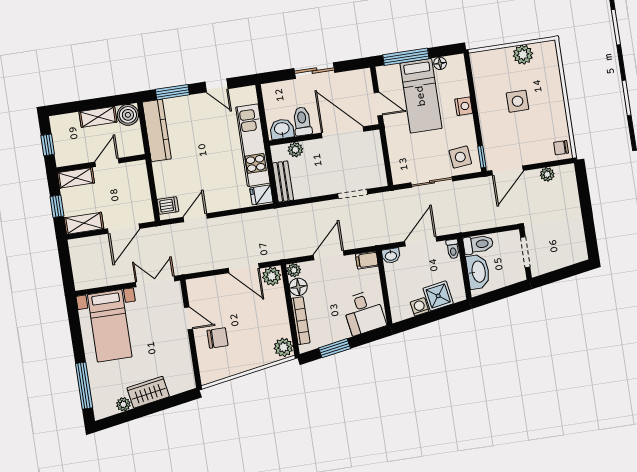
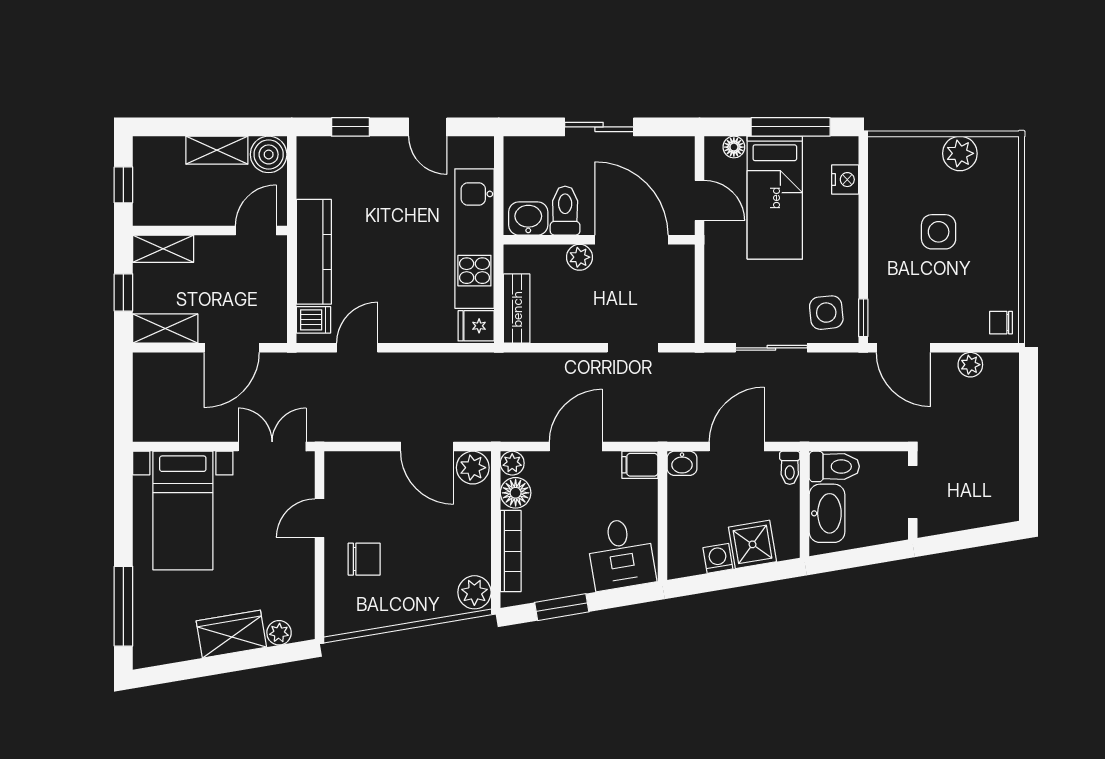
window: (406, 57) -> (791, 127), moved
floor lamp: (440, 63) -> (734, 147), moved
window: (172, 92) -> (351, 127), width x0.67
nightstand: (464, 106) -> (845, 180), moved
kitchen counter: (157, 130) -> (314, 252), moved
plant: (295, 150) -> (580, 257), moved
door: (107, 162) -> (256, 230), moved
door: (507, 170) -> (903, 348), hinge flipped
door: (189, 318) -> (320, 518), swing flipped
plant: (123, 404) -> (279, 633), moved

